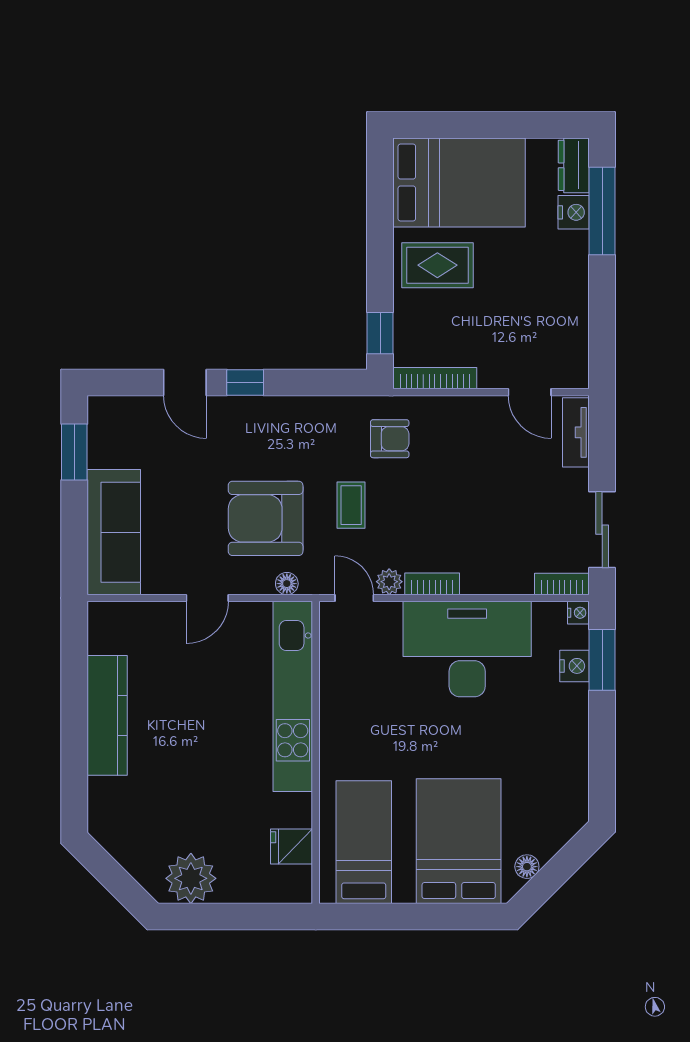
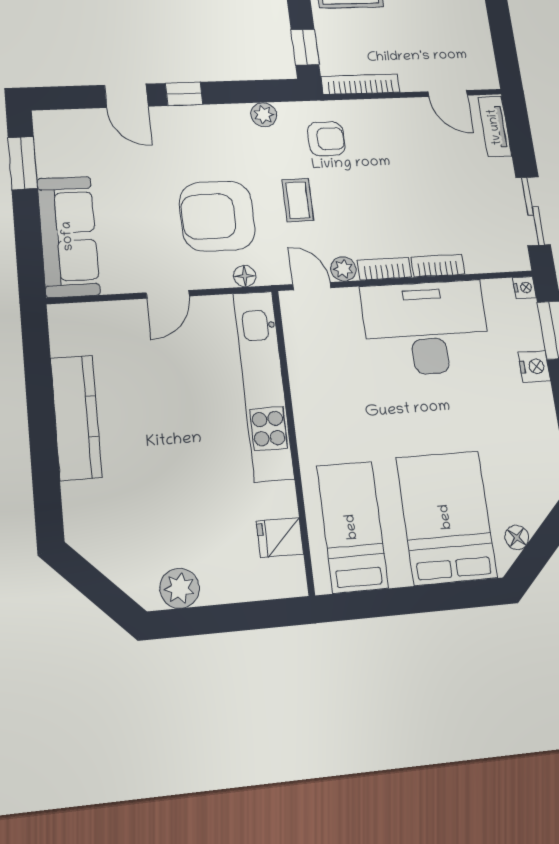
plant: (326, 409) -> (264, 115), added
bookcase: (562, 584) -> (438, 266), moved
nightstand: (575, 666) -> (534, 366), moved
plant: (191, 878) -> (180, 588), width x0.73, depth x0.73

